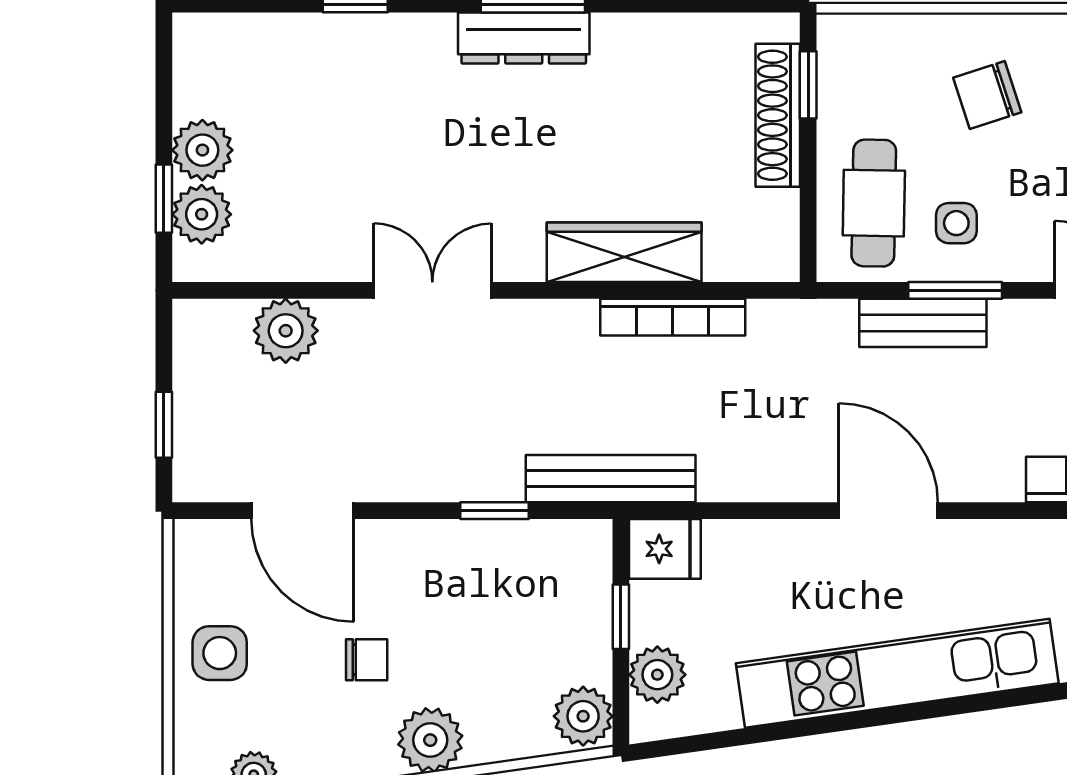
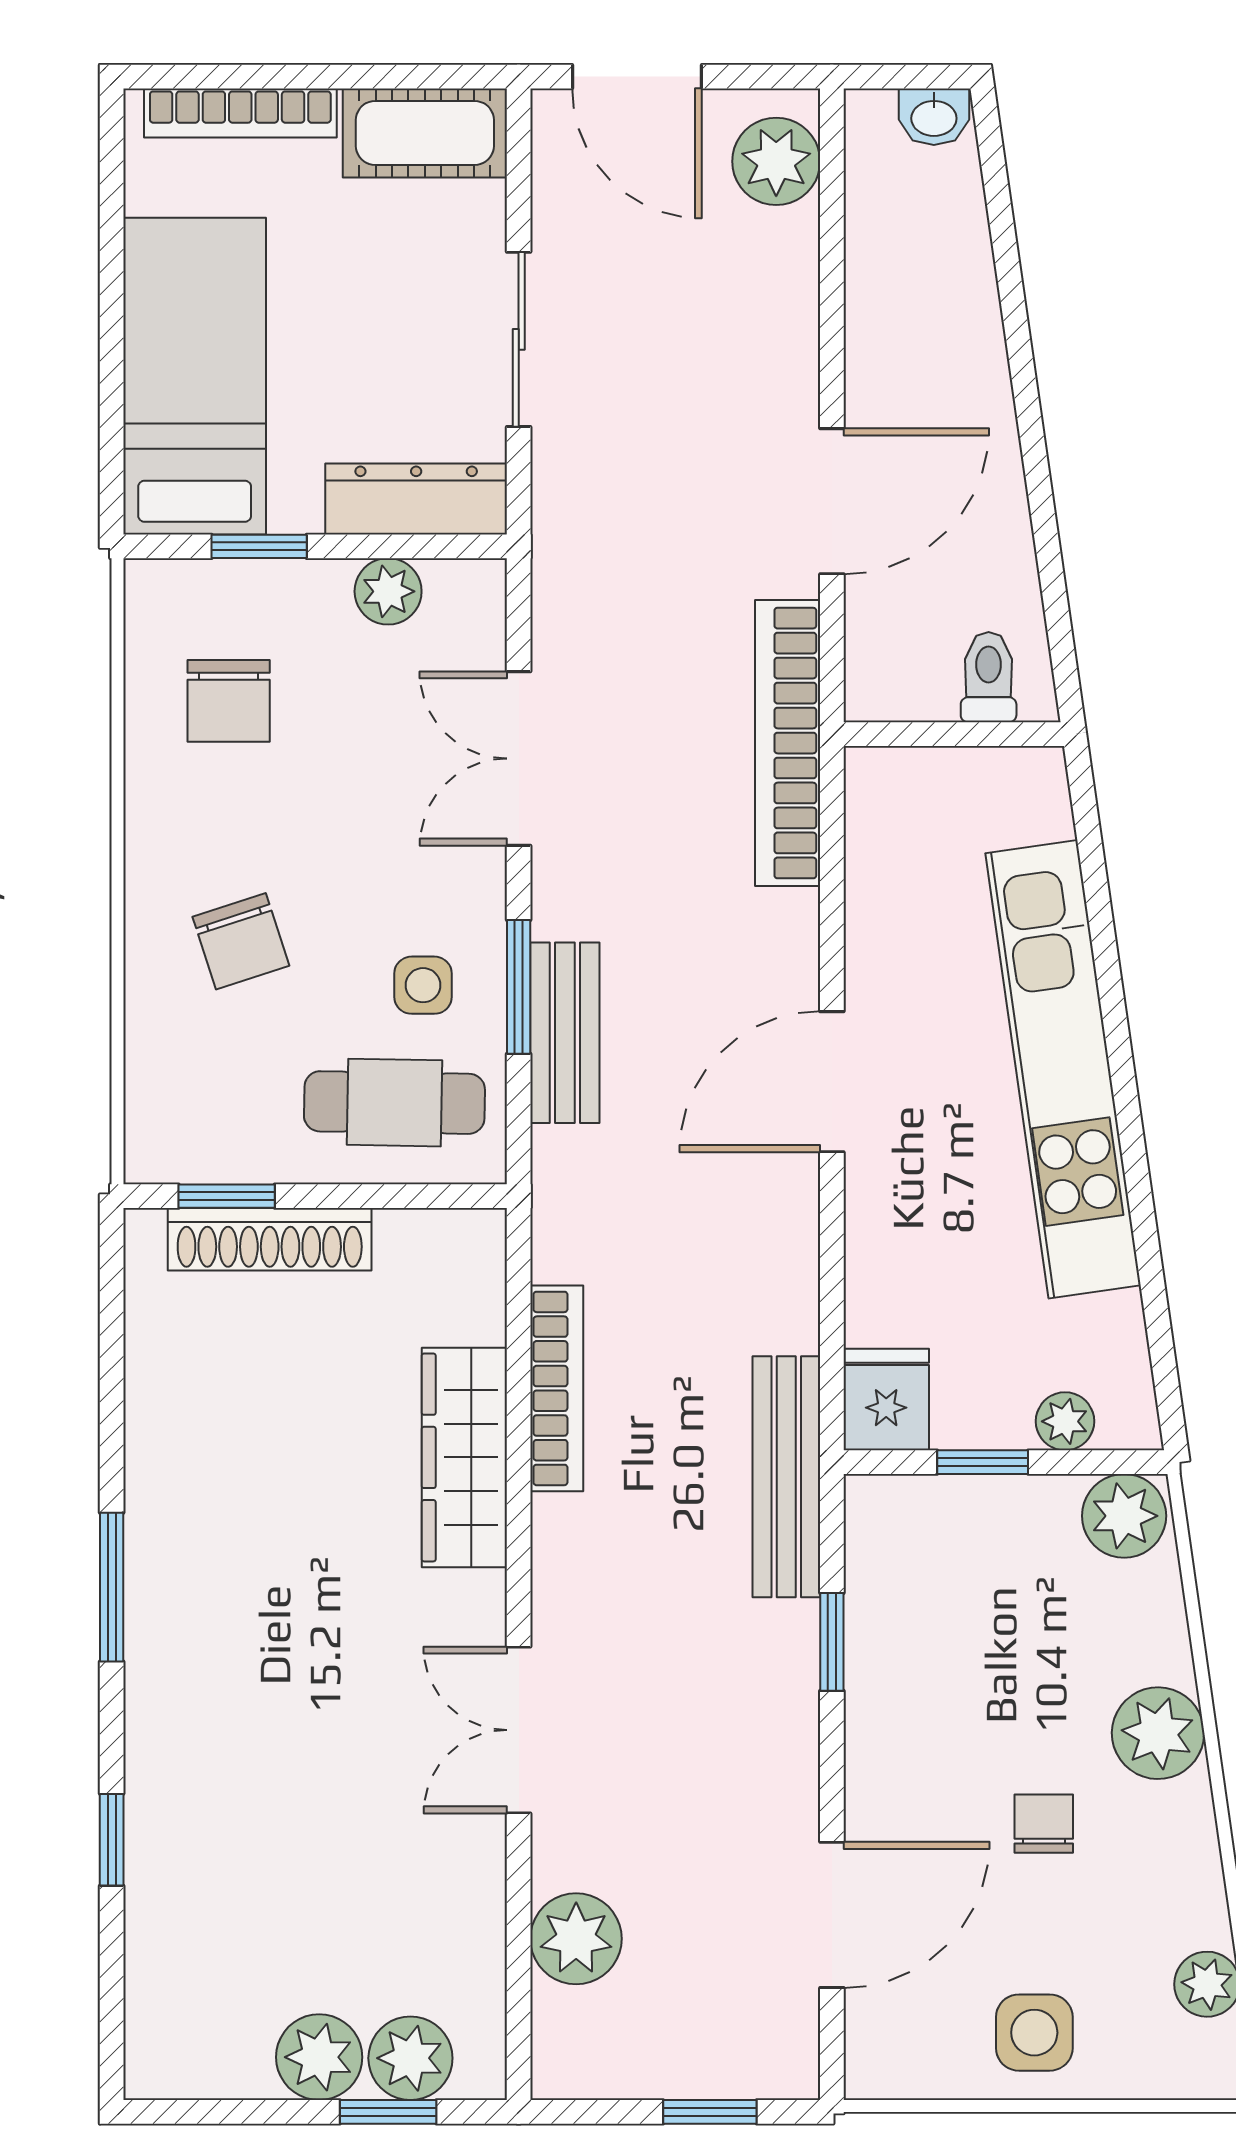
dresser: (524, 38) -> (160, 1600), removed
plant: (657, 675) -> (1065, 1421), width x0.73, depth x0.73

